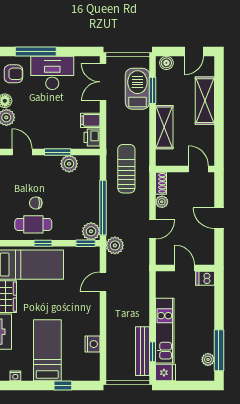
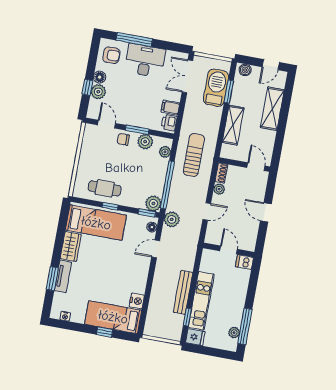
plant: (93, 171) -> (165, 152), added
chair: (36, 203) -> (123, 139), moved
floor lamp: (94, 258) -> (152, 227), added
bed: (47, 350) -> (113, 317), moved, turned -90
bench: (143, 351) -> (183, 292), moved

